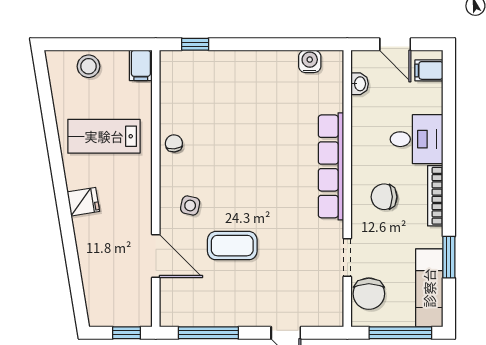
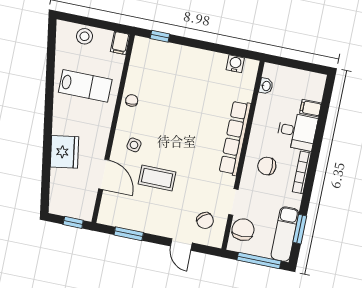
door: (395, 44) -> (296, 64), removed
filing cabinet: (429, 70) -> (310, 108), moved
lab bench: (104, 136) -> (85, 86), turned 180
fridge: (83, 202) -> (64, 152), moved, width x1.88, depth x1.34
window: (449, 257) -> (300, 229), moved
chair: (312, 292) -> (205, 220), added
chair: (369, 294) -> (243, 230), turned 180
window: (208, 333) -> (129, 234), width x0.69

